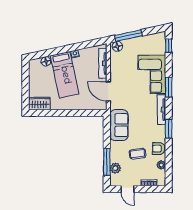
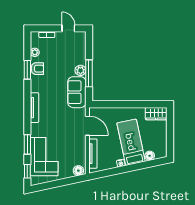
window: (128, 36) -> (67, 181), removed
corner sofa: (152, 74) -> (44, 157), moved
window: (169, 87) -> (27, 144), moved
window: (169, 129) -> (27, 70), moved
coffee table: (138, 154) -> (58, 64), removed
window: (107, 162) -> (89, 73), moved
plant: (115, 168) -> (80, 70), moved

